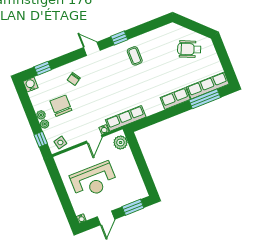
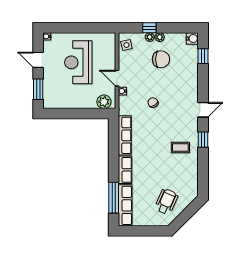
chair: (74, 79) -> (153, 103), moved
row of seats: (126, 118) -> (125, 135), moved
window: (41, 139) -> (149, 28), moved

